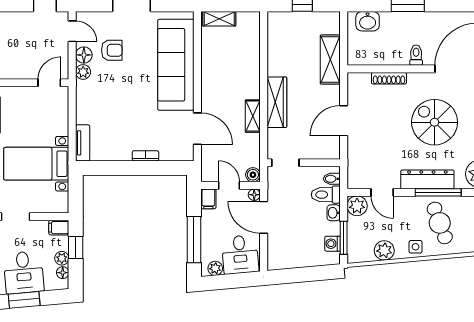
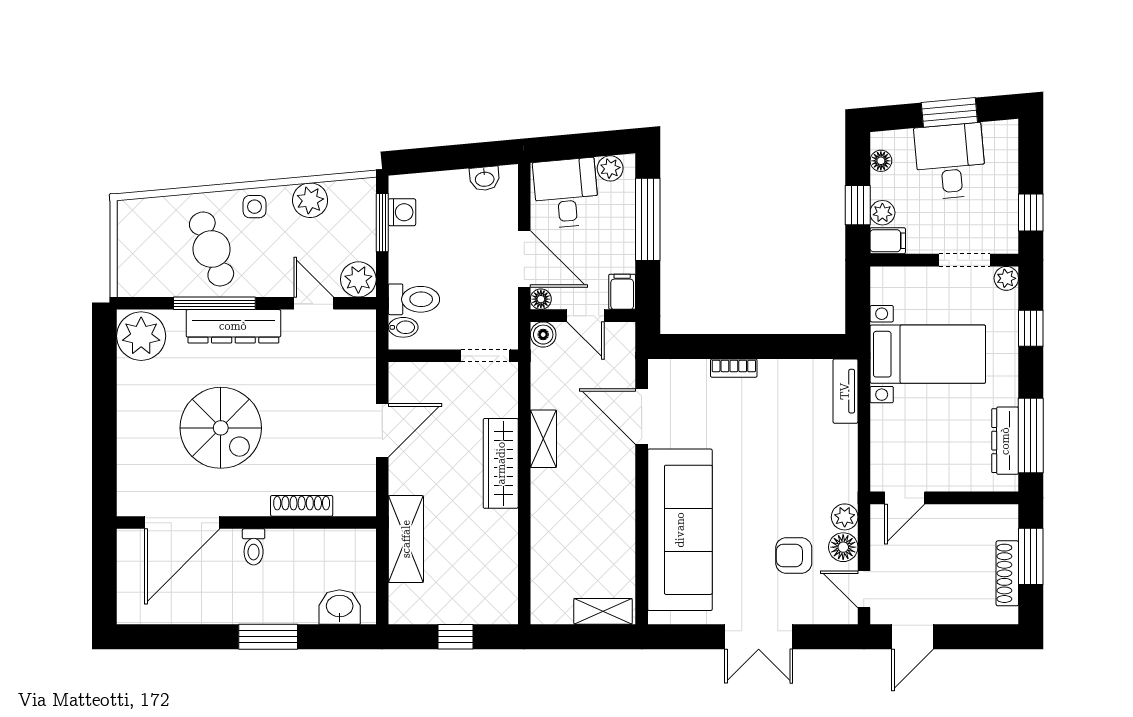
washbasin: (334, 213) -> (485, 179), moved, turned 85
plant: (62, 258) -> (882, 213), moved

